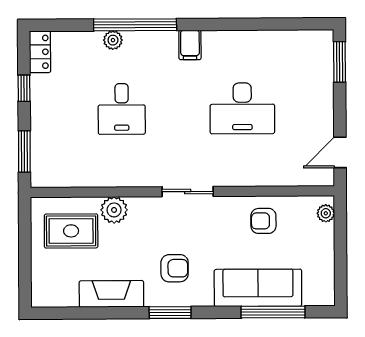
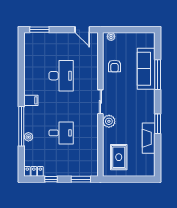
plant: (114, 210) -> (109, 121), moved
armchair: (175, 268) -> (137, 108), removed
window: (273, 312) -> (158, 75), moved
window: (170, 313) -> (158, 124), moved

